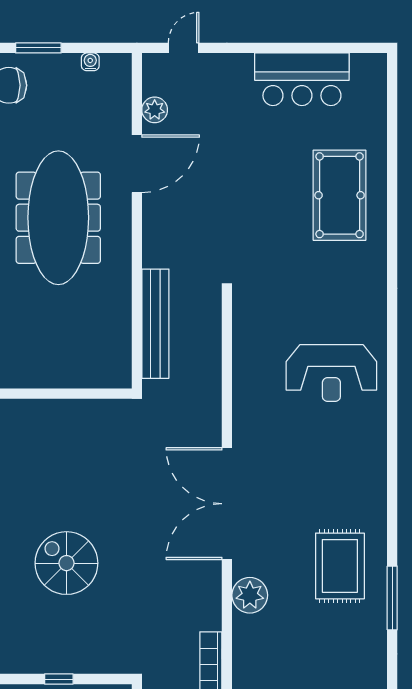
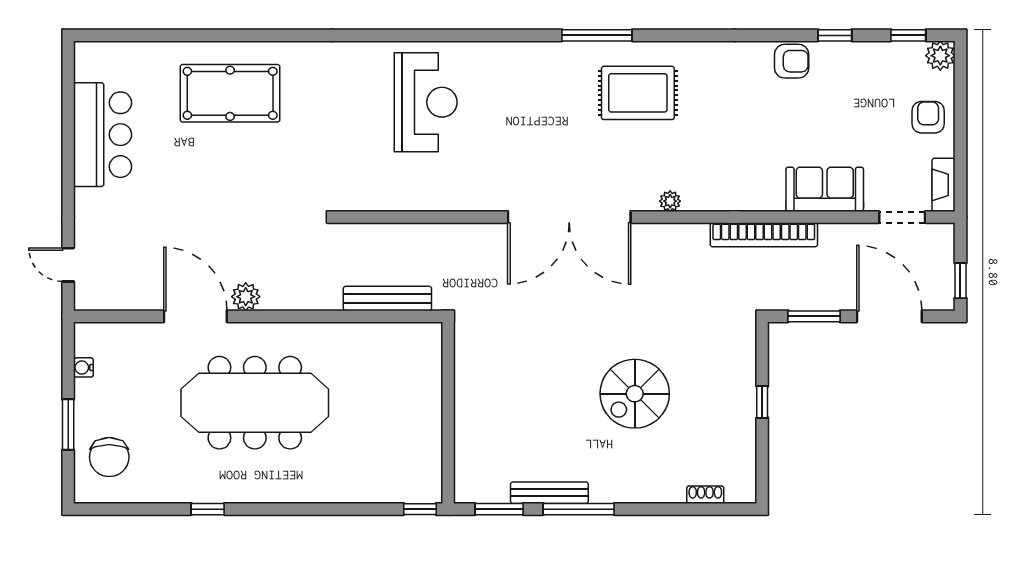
plant: (155, 110) -> (246, 297), moved
bench: (155, 324) -> (387, 298), width x0.73, depth x0.82
plant: (250, 595) -> (670, 201), width x0.53, depth x0.53
window: (392, 598) -> (597, 35), moved

